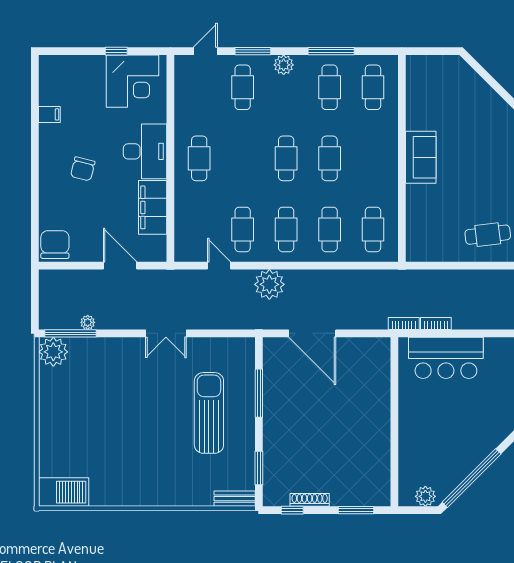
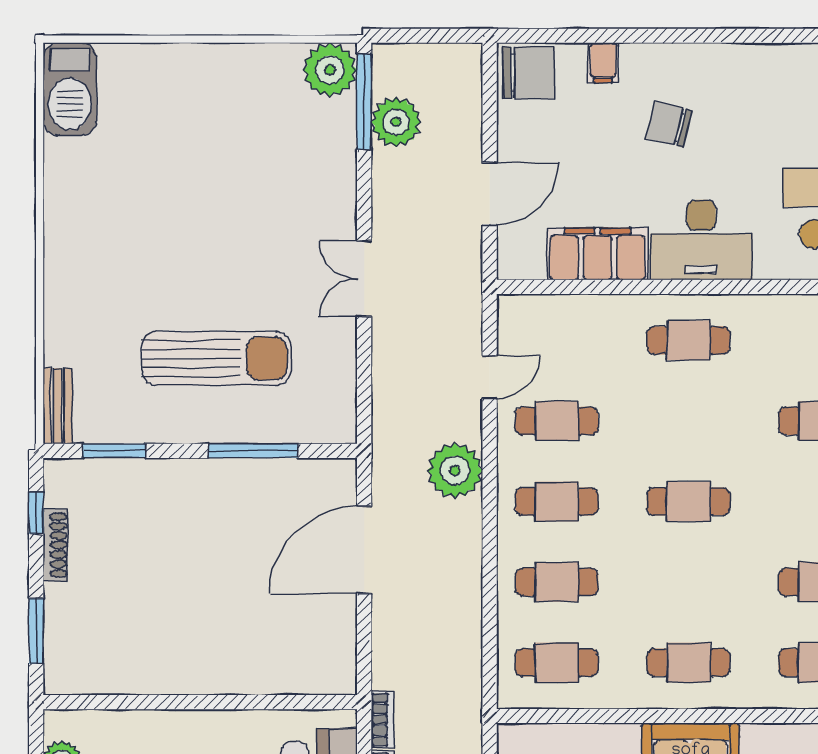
filing cabinet: (49, 114) -> (603, 63), moved
cafe table: (330, 158) -> (688, 663), moved
plant: (88, 322) -> (396, 122), width x1.88, depth x1.88

